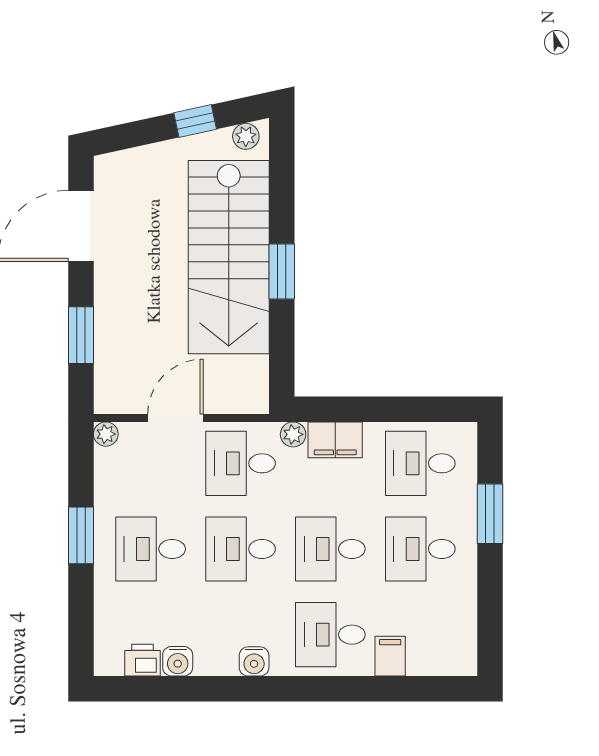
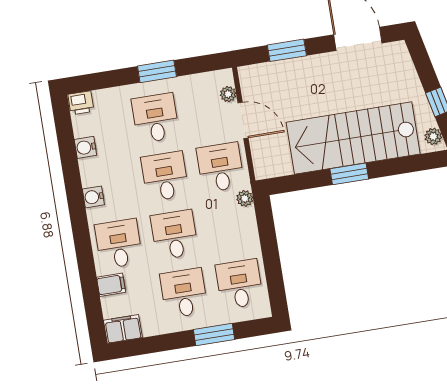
plant: (106, 434) -> (228, 94), moved
filing cabinet: (335, 440) -> (123, 329), moved, turned 90
printer: (143, 660) -> (81, 103), moved, turned 90

